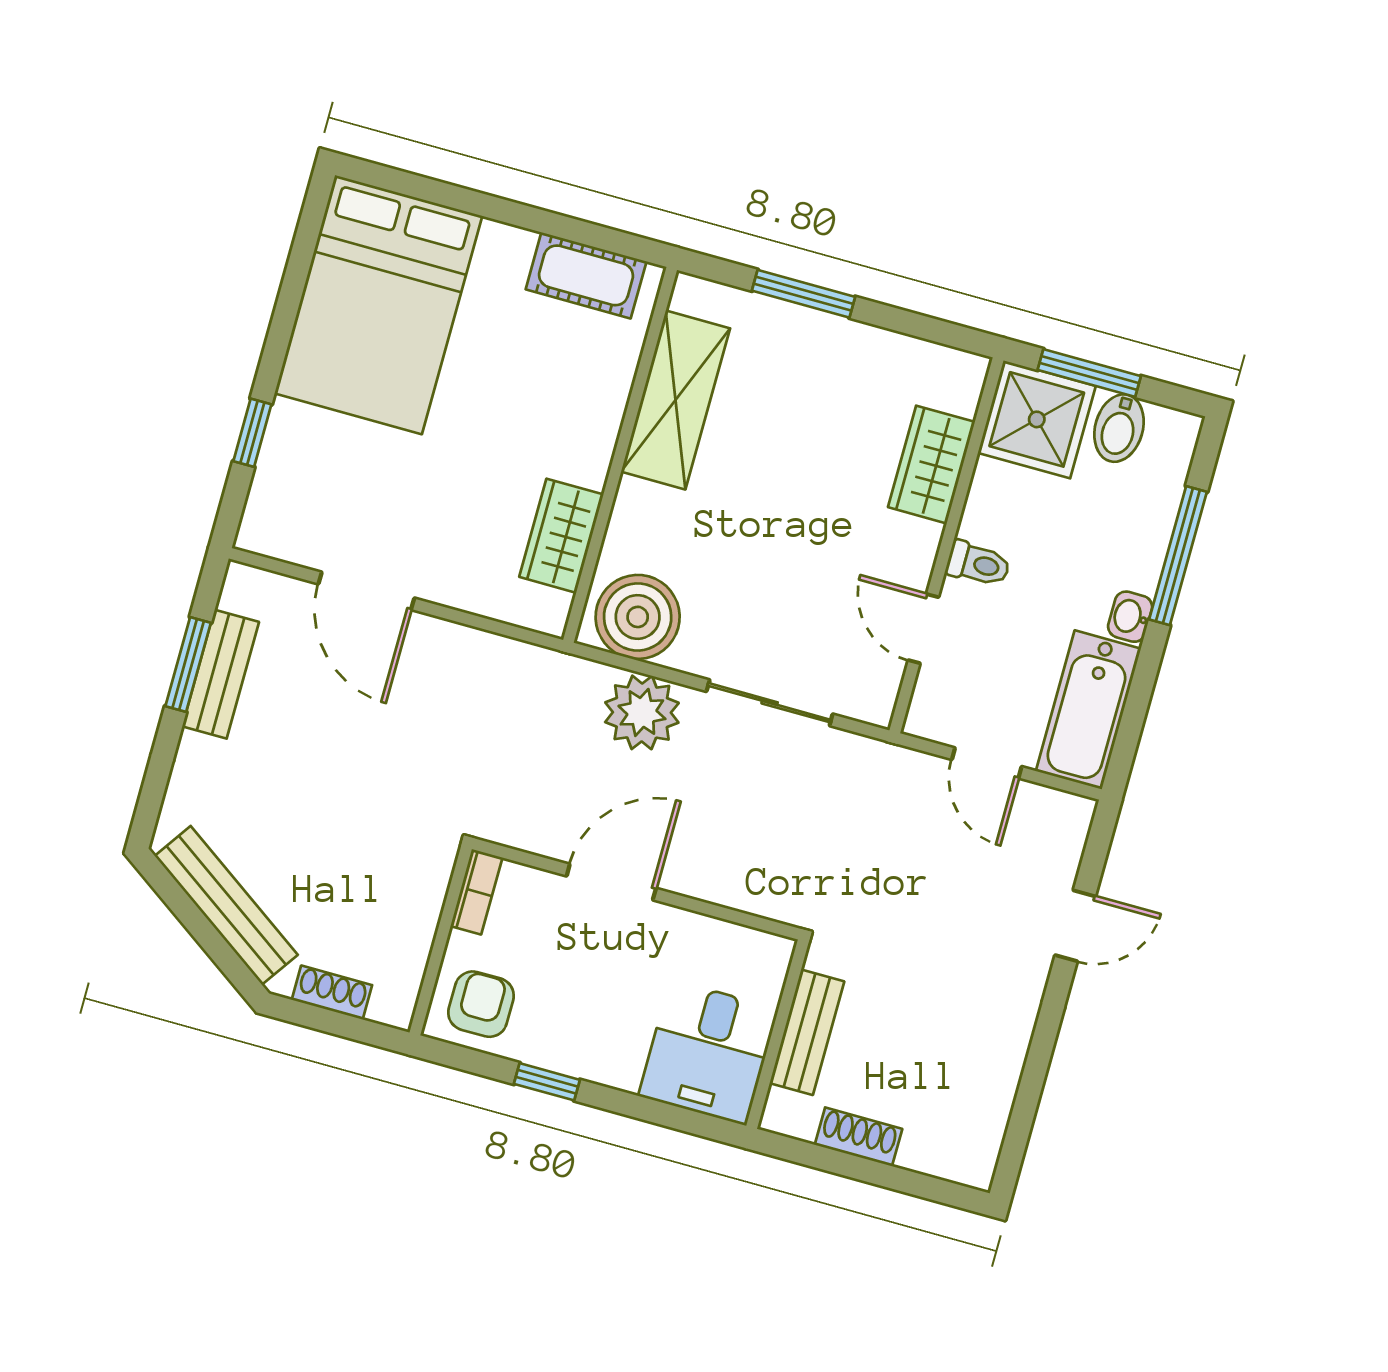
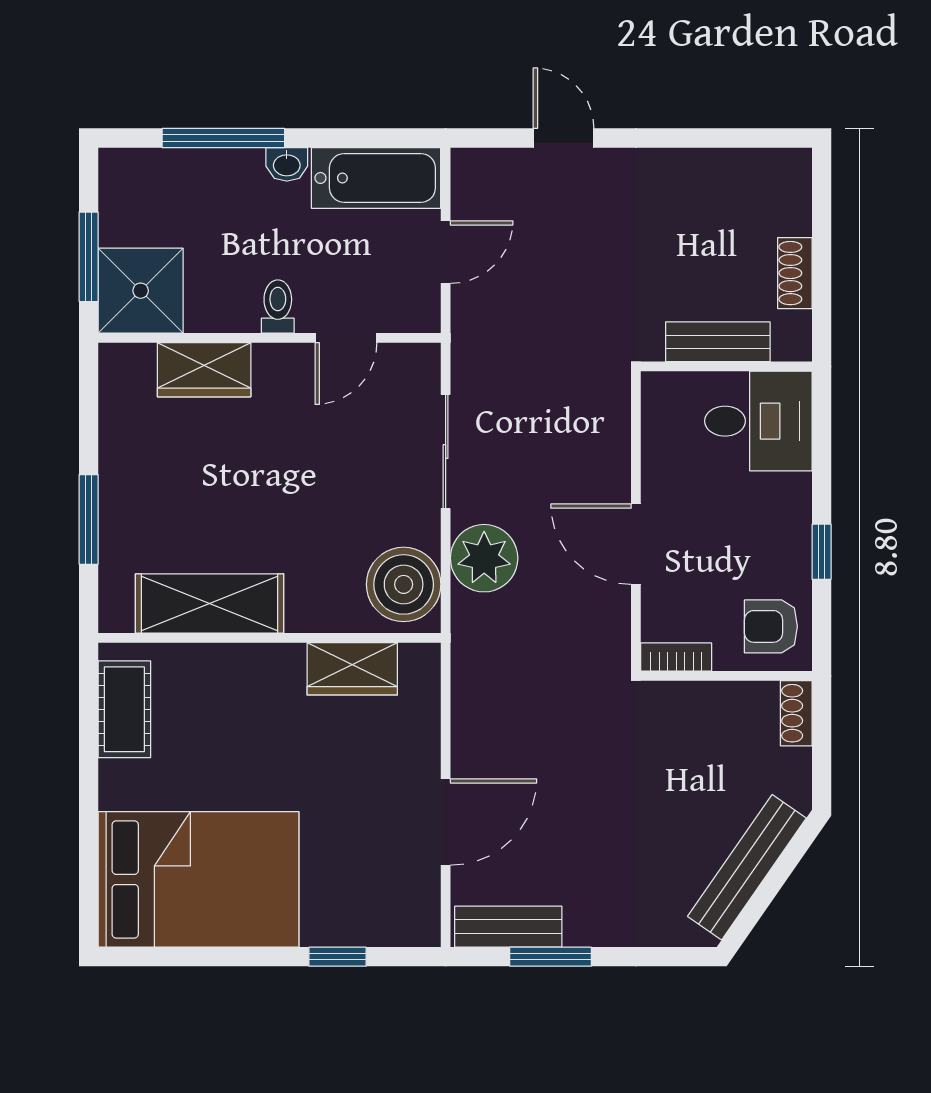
bidet: (1119, 428) -> (129, 218), removed
bench: (221, 674) -> (508, 927), moved
shoe rack: (332, 992) -> (796, 713), moved

